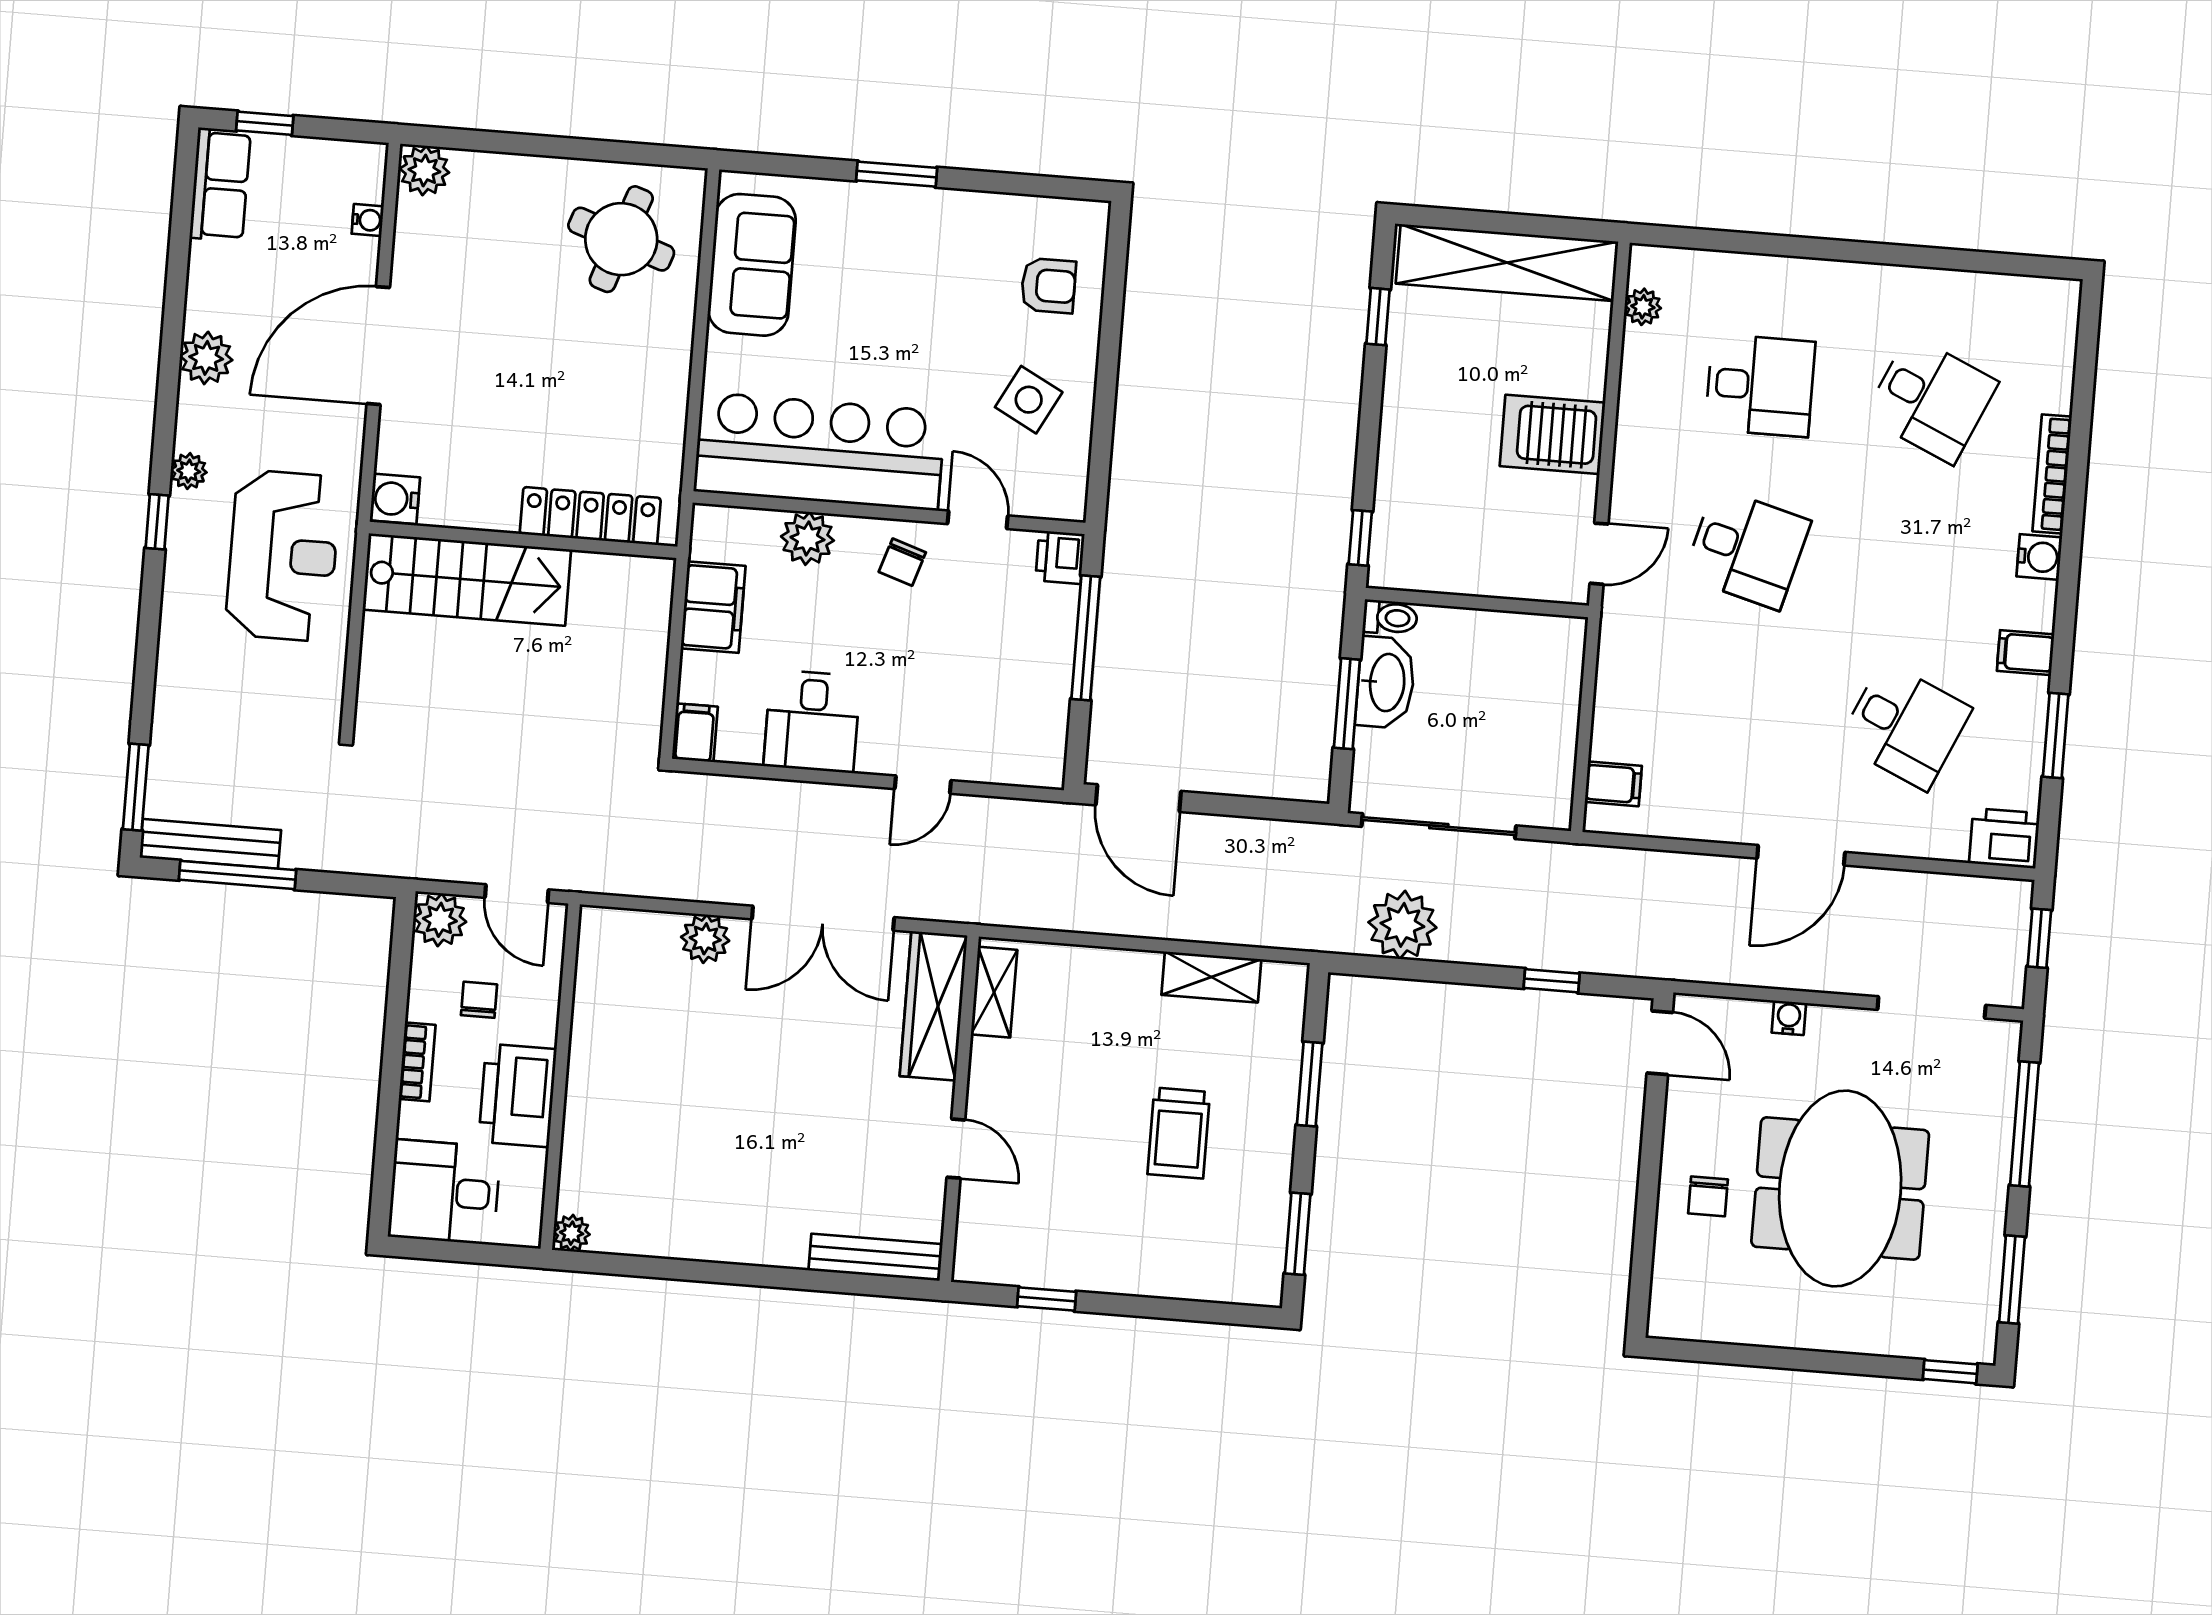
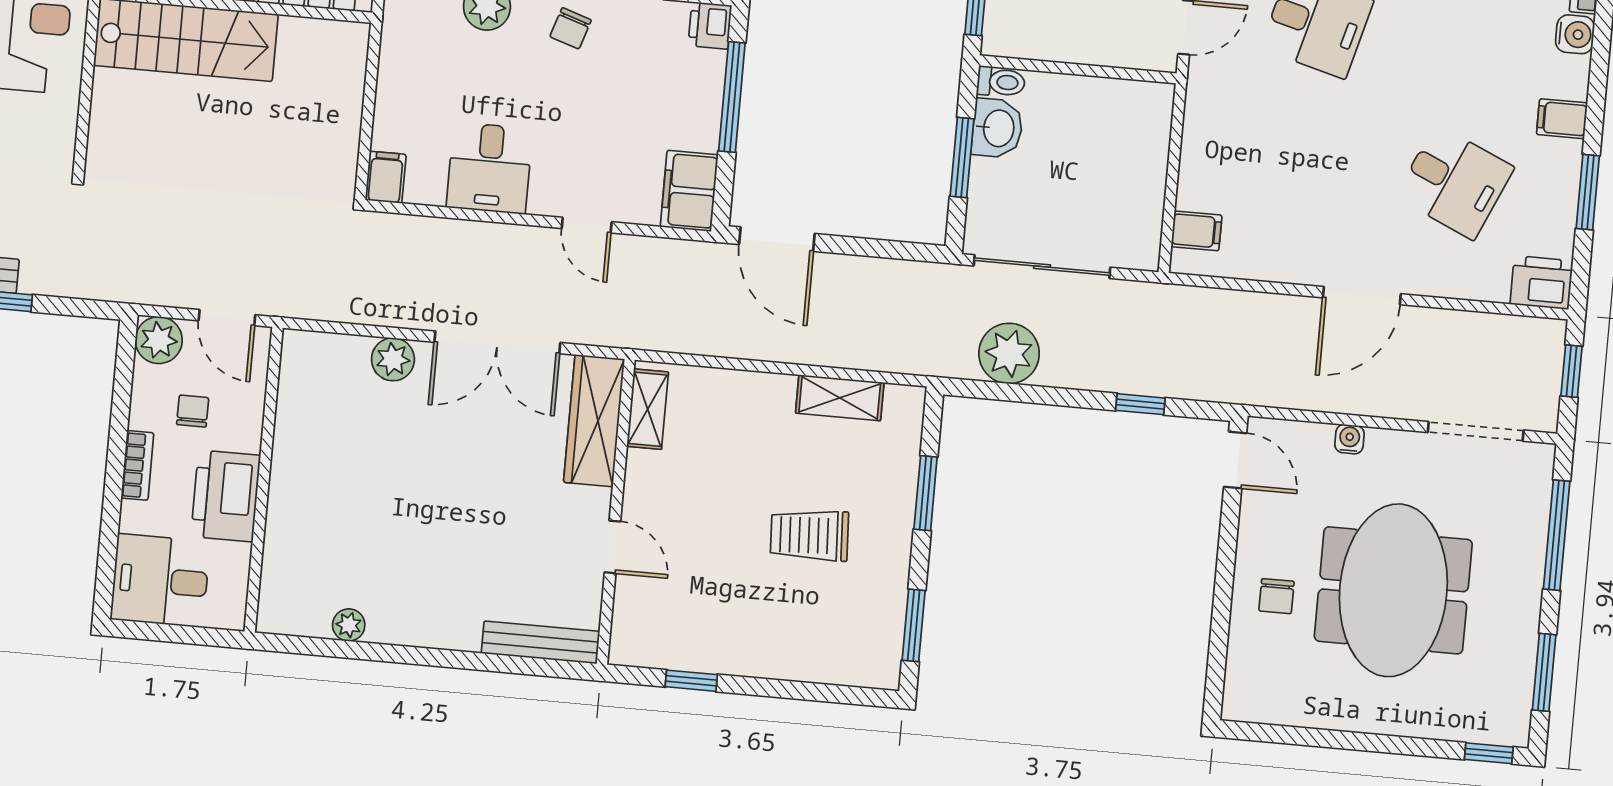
filing cabinet: (713, 607) -> (689, 191), moved, turned 180
washbasin: (1386, 682) -> (997, 128), width x0.72
door: (923, 785) -> (587, 225), hinge flipped
trolley: (1179, 1133) -> (809, 535), turned 87
plant: (572, 1233) -> (349, 625), moved

